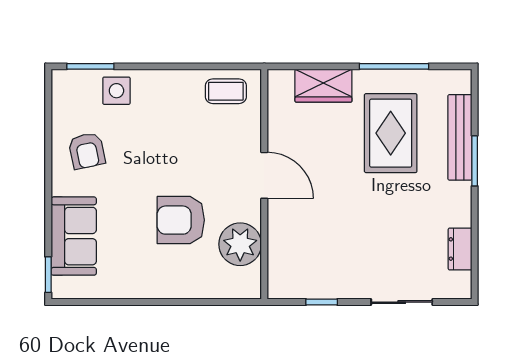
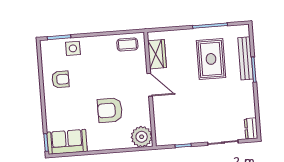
wardrobe: (323, 86) -> (157, 54), moved, turned -90
armchair: (87, 151) -> (60, 79), turned -78
sofa: (74, 236) -> (67, 142), moved, turned -90
plant: (240, 244) -> (142, 137), moved
dresser: (460, 249) -> (251, 128), moved

